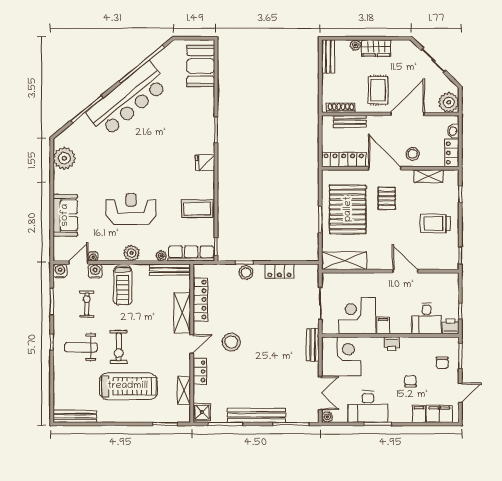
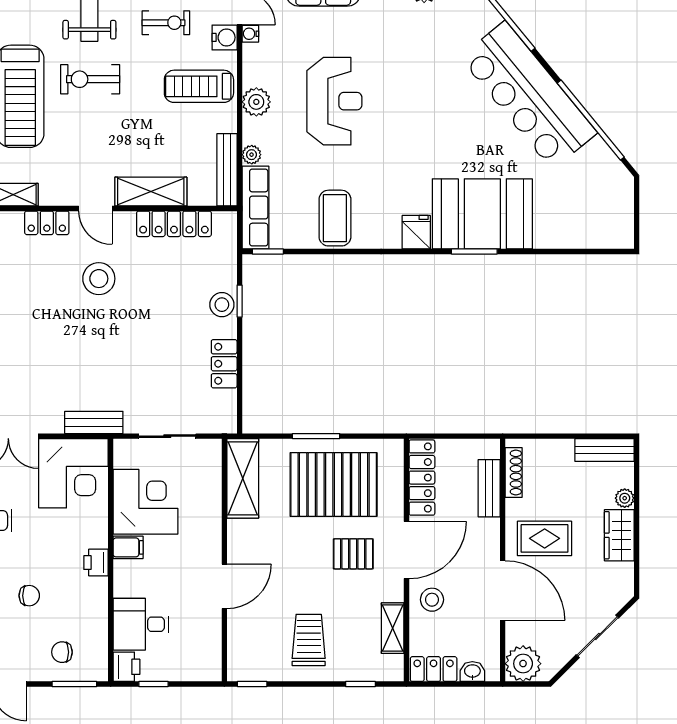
booth: (201, 66) -> (482, 214), moved, width x1.36, depth x1.42

